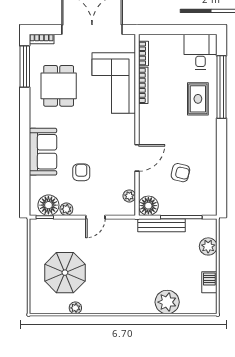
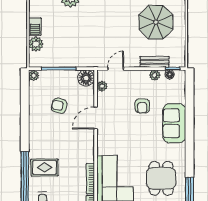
rug: (198, 99) -> (45, 167), turned 90
floor lamp: (48, 205) -> (170, 74), width x0.53, depth x0.53
plant: (211, 209) -> (34, 75), added
door: (95, 217) -> (116, 69), moved
bench: (162, 225) -> (155, 62), moved, width x0.73
barbecue: (209, 282) -> (35, 27), moved

